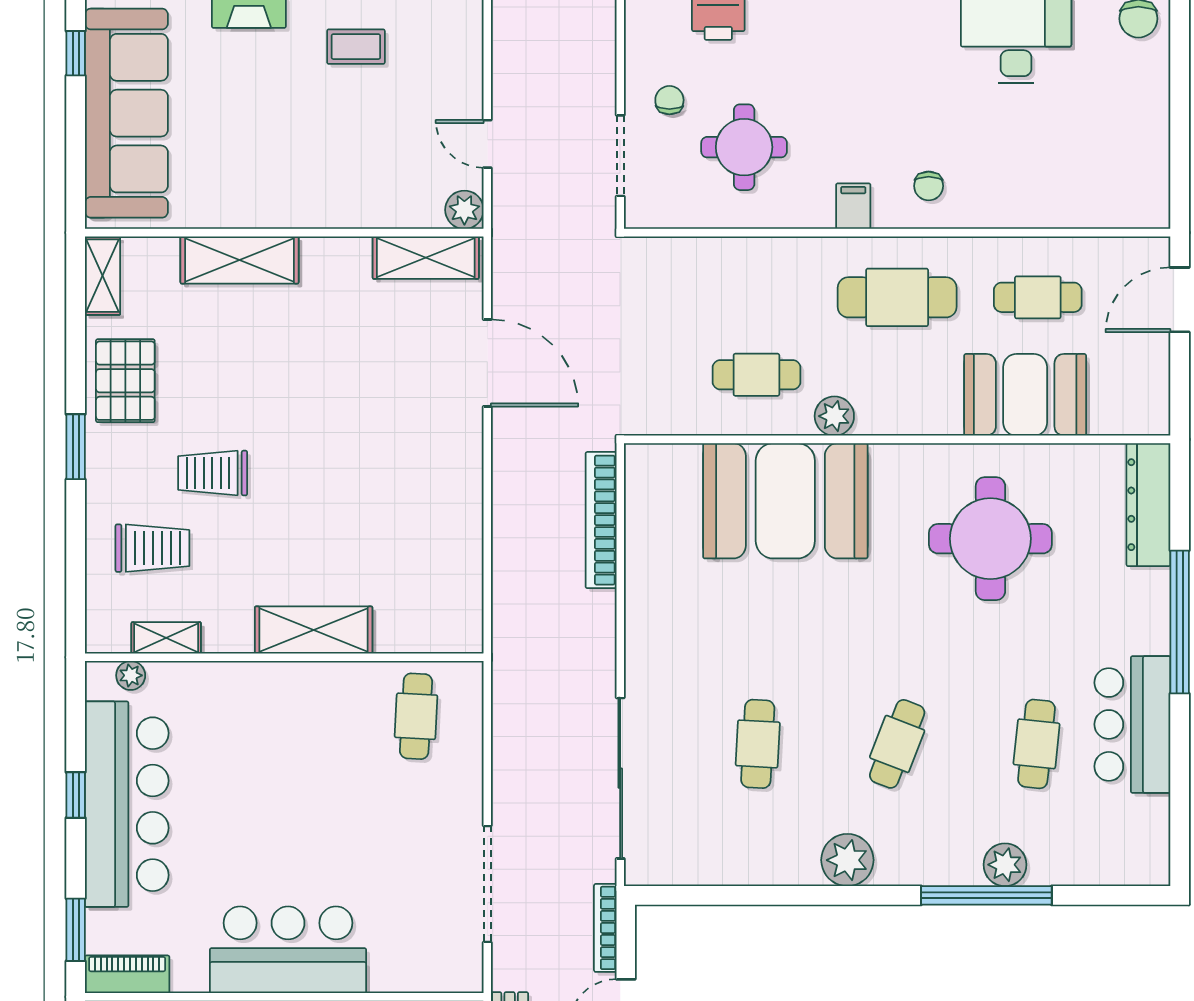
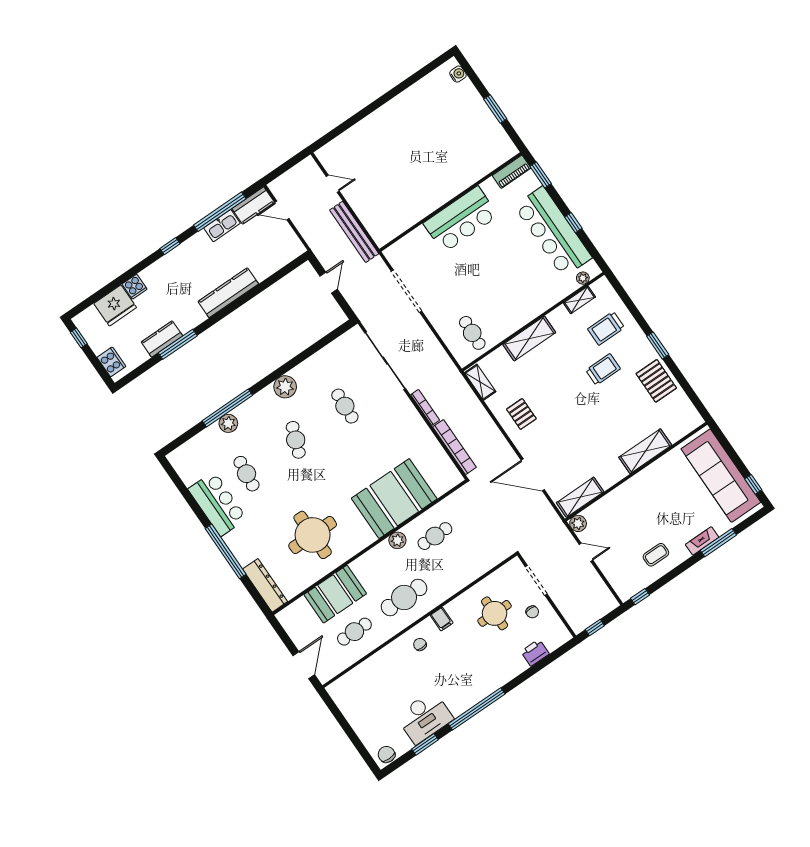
shelving: (103, 276) -> (480, 382), moved
pallet: (429, 495) -> (521, 414), added
bookcase: (605, 928) -> (425, 407), moved

